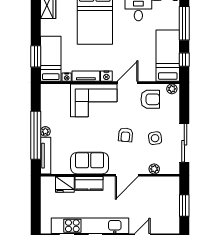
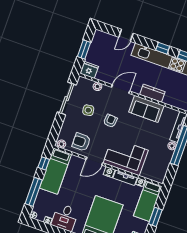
window: (36, 56) -> (155, 217), moved
fridge: (65, 184) -> (89, 70), moved

